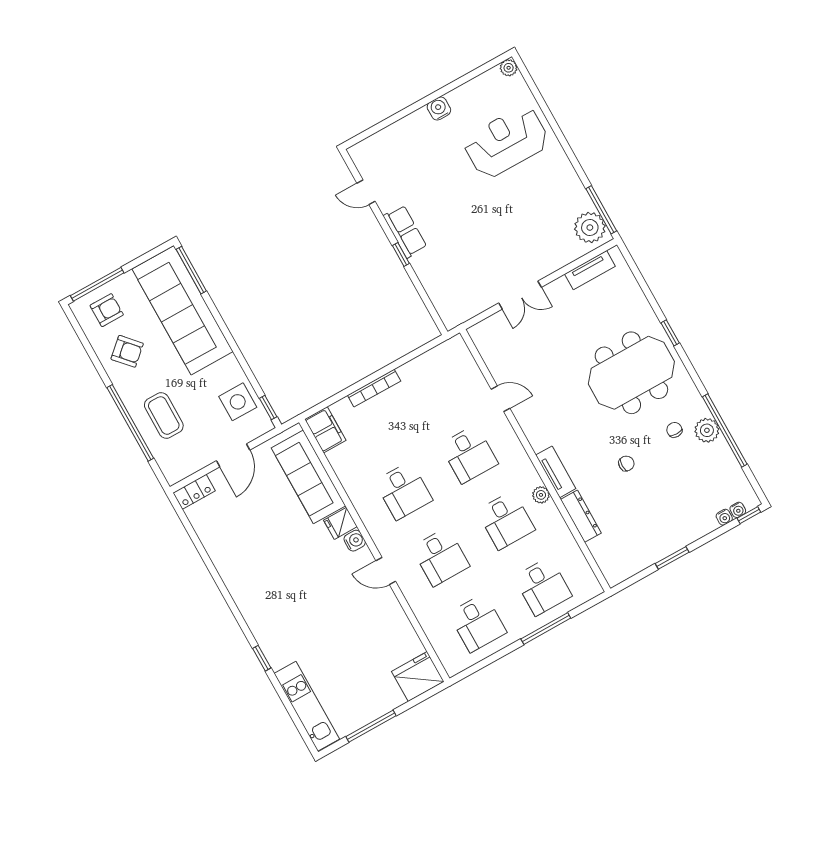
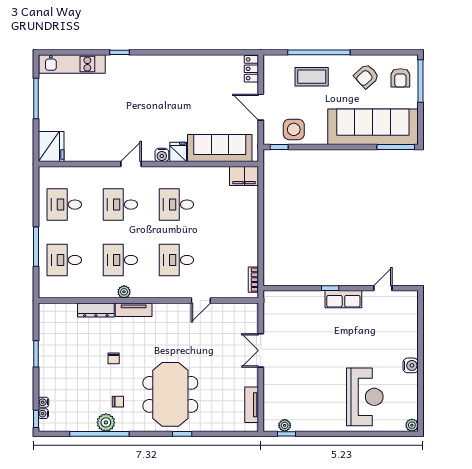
window: (601, 210) -> (287, 434), width x0.46
plant: (590, 228) -> (285, 425), width x0.53, depth x0.53
bookcase: (374, 388) -> (253, 280), moved, width x0.64

